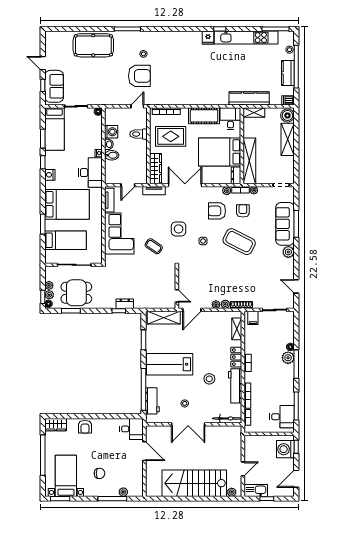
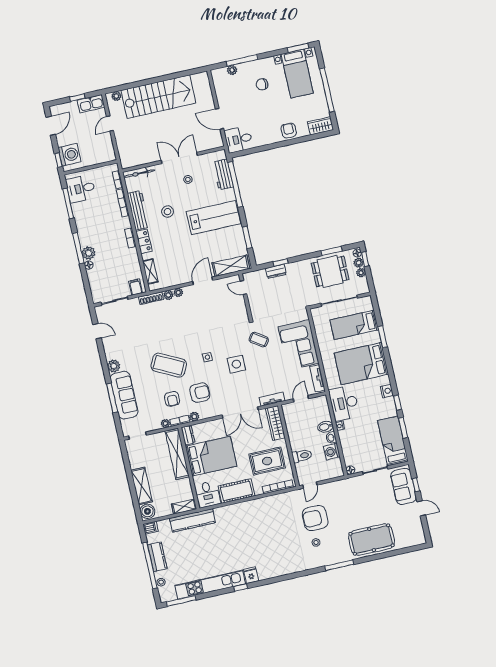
wall: (177, 287) -> (245, 297), moved
door: (177, 296) -> (243, 288), moved

